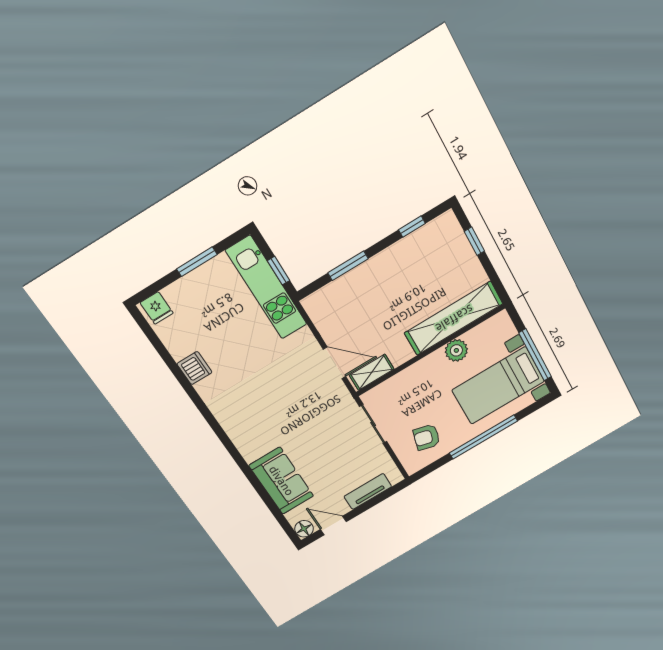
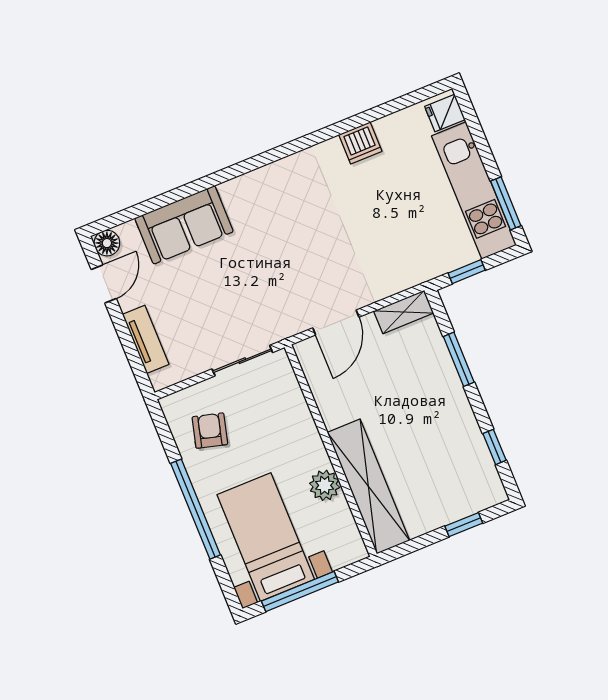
window: (197, 262) -> (506, 203), moved
kitchen unit: (267, 288) -> (474, 190), moved, turned -90
shelving: (372, 372) -> (404, 312), moved, turned 90

